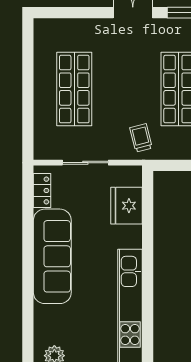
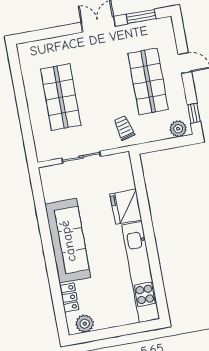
locker: (42, 190) -> (69, 297), moved
fridge: (126, 206) -> (126, 207), moved

